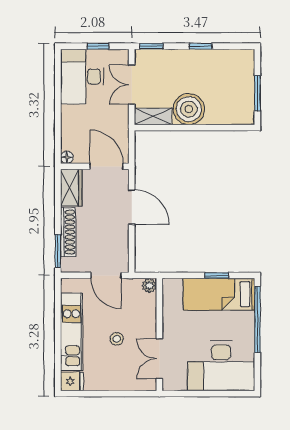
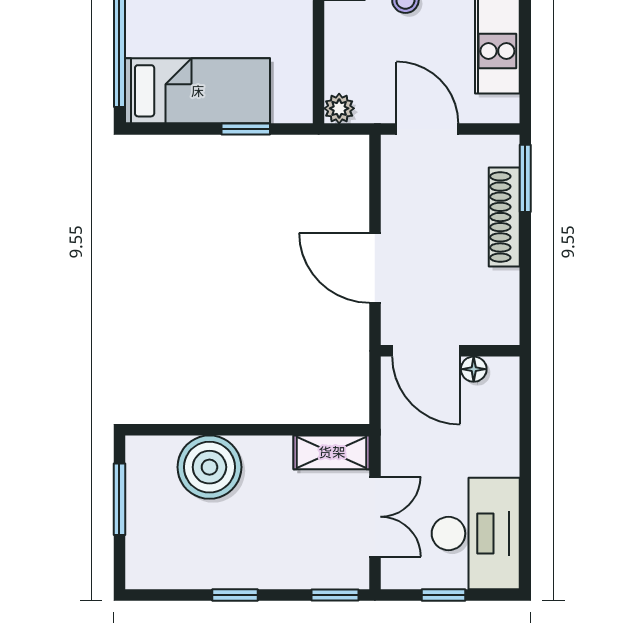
boiler: (189, 109) -> (209, 467), moved
floor lamp: (67, 157) -> (474, 369), moved
wardrobe: (71, 188) -> (498, 307), removed
window: (217, 275) -> (246, 129), moved

